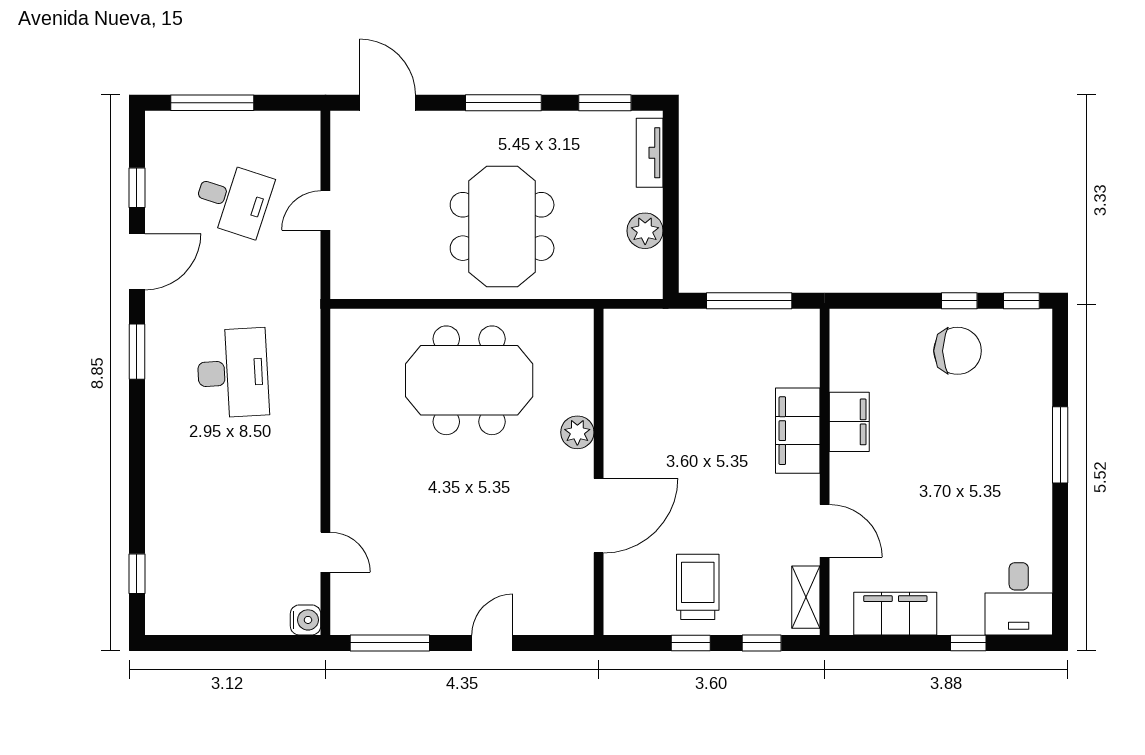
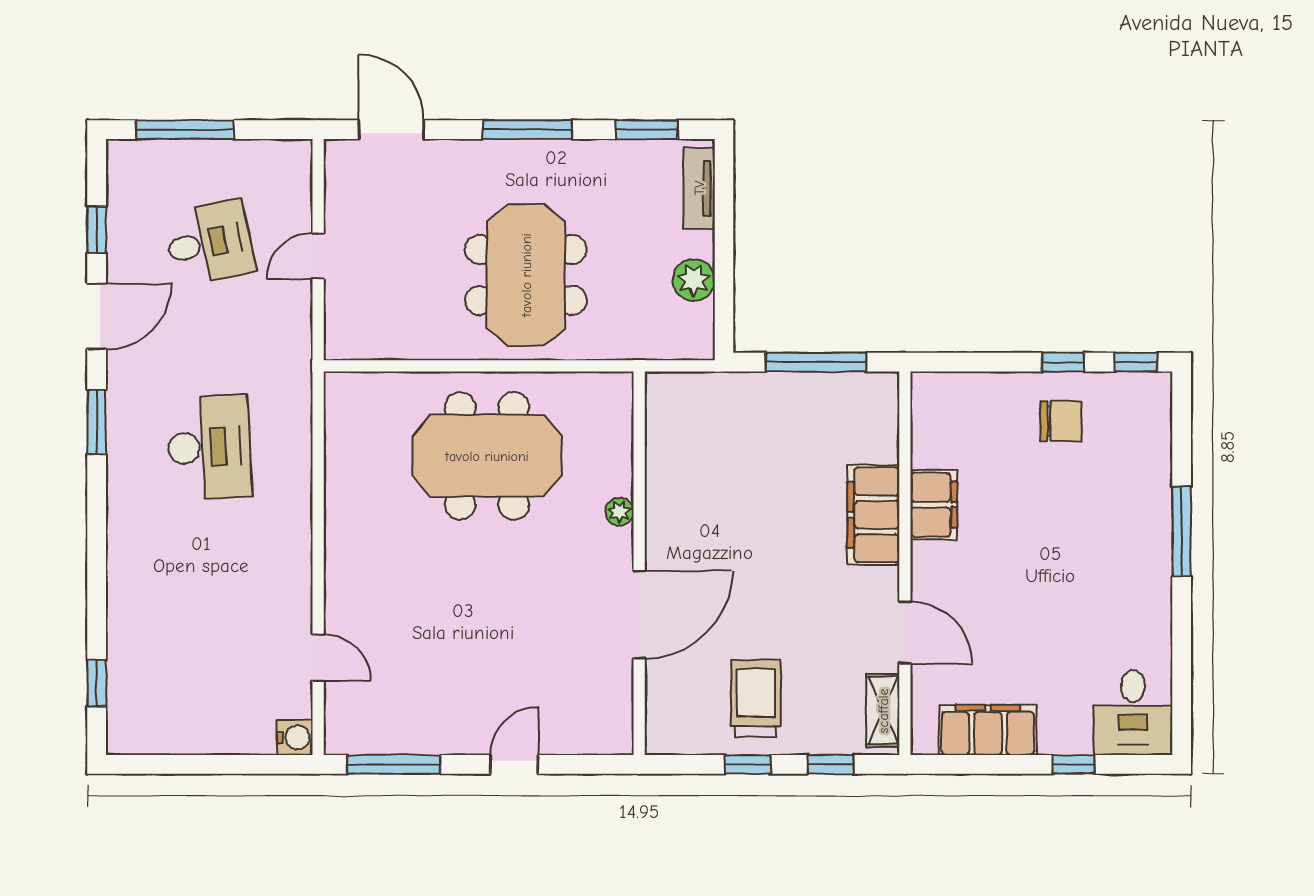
desk: (233, 199) -> (209, 243), turned -30
chair: (958, 351) -> (1061, 421), width x0.73, depth x0.73
plant: (577, 432) -> (619, 512), width x0.73, depth x0.73

